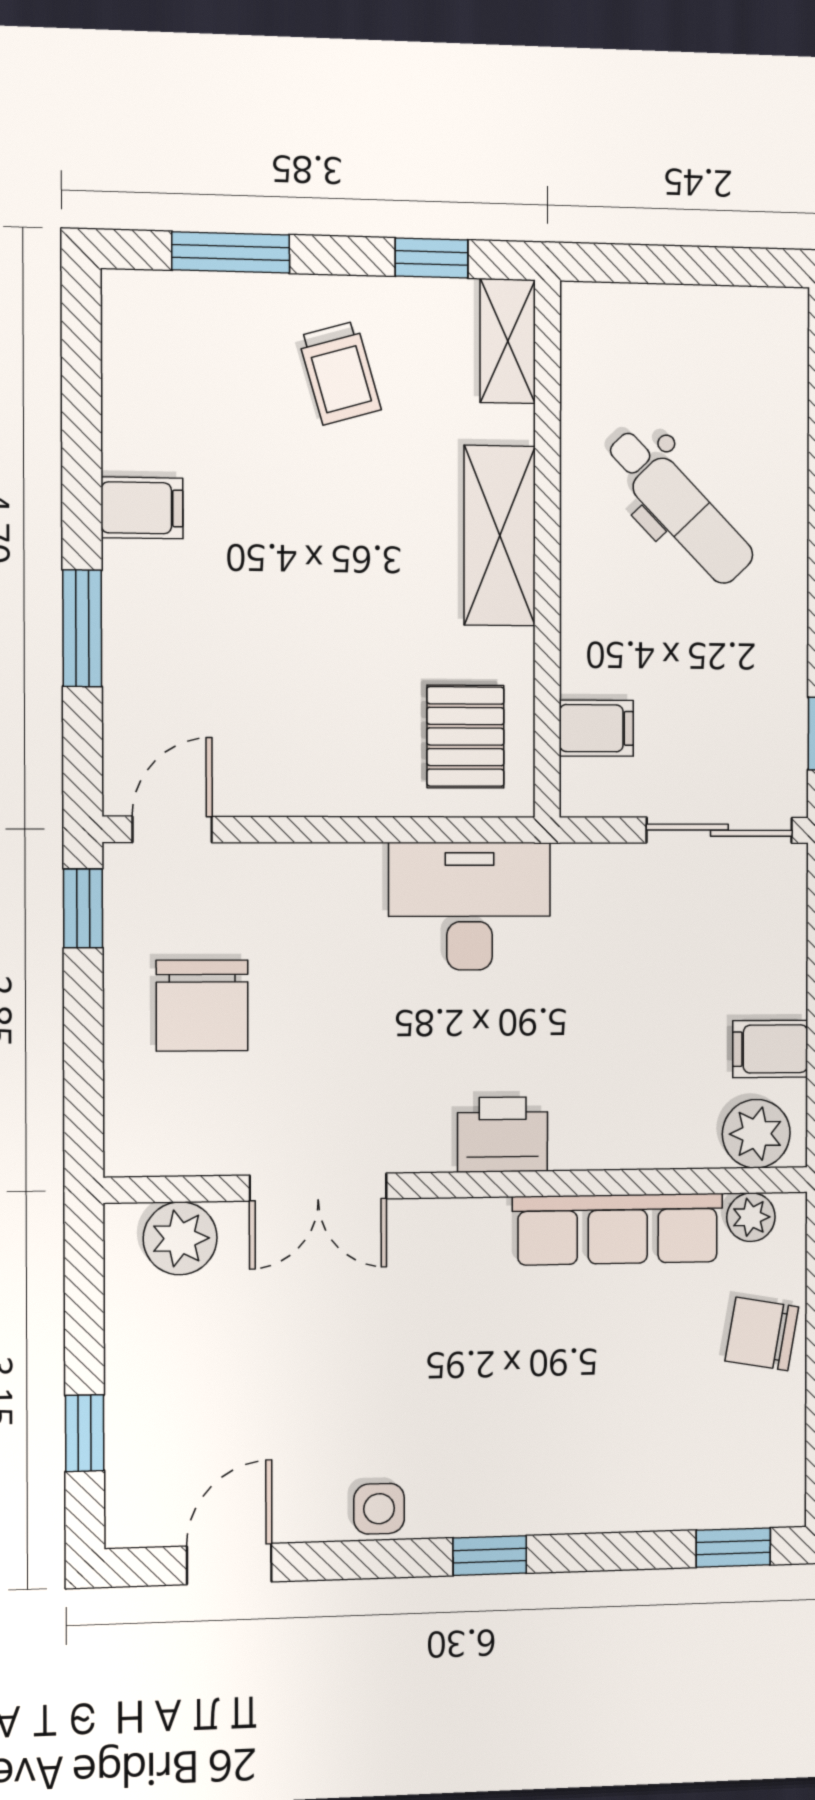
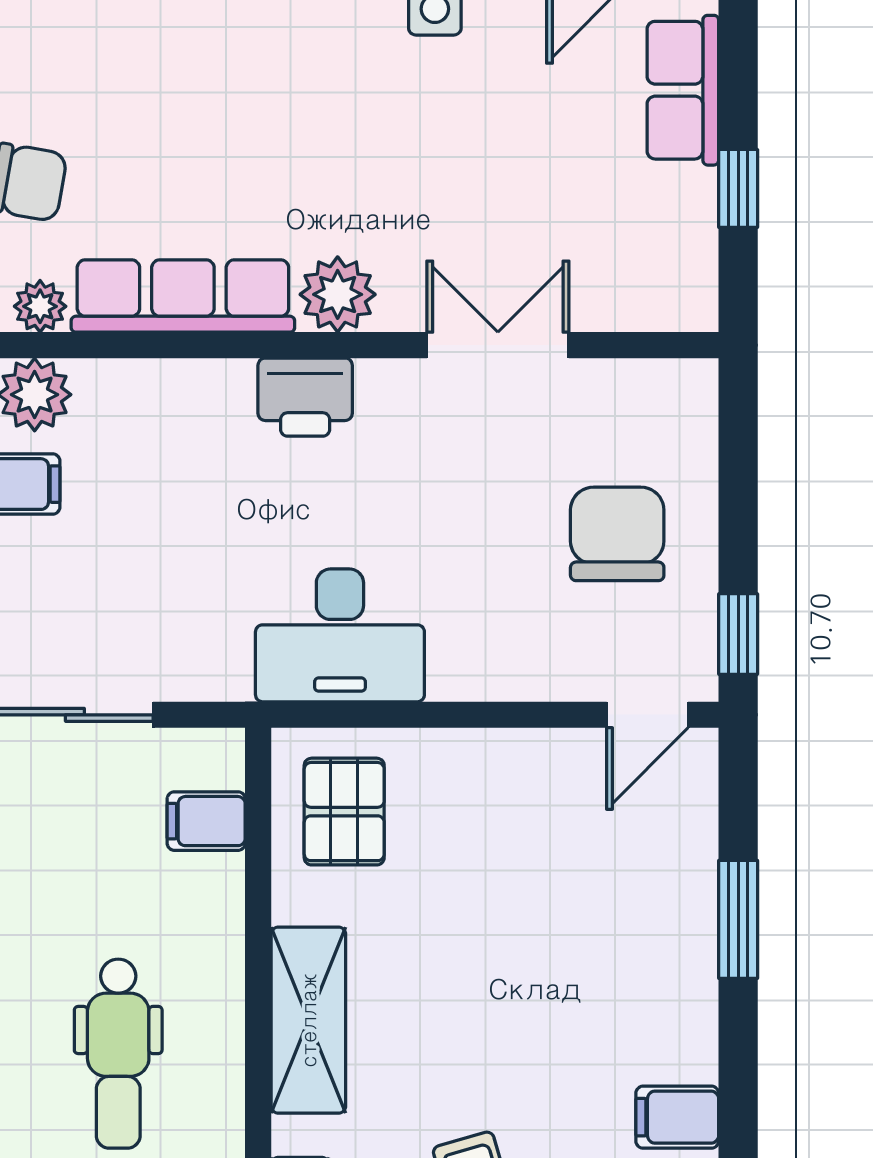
dental chair: (679, 506) -> (118, 1054), turned -136
filing cabinet: (142, 508) -> (677, 1117), moved
plant: (180, 1238) -> (338, 294), moved
window: (85, 1433) -> (738, 188), moved
row of seats: (139, 1437) -> (683, 90), added

